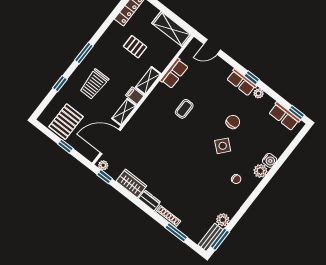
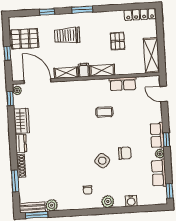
row of seats: (284, 116) -> (159, 173), moved
water cooler: (270, 160) -> (131, 201), moved

